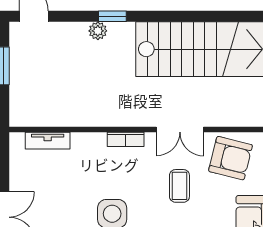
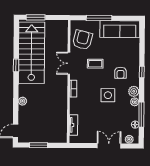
window: (112, 16) -> (16, 65), moved
double door: (180, 129) -> (69, 63), swing flipped

